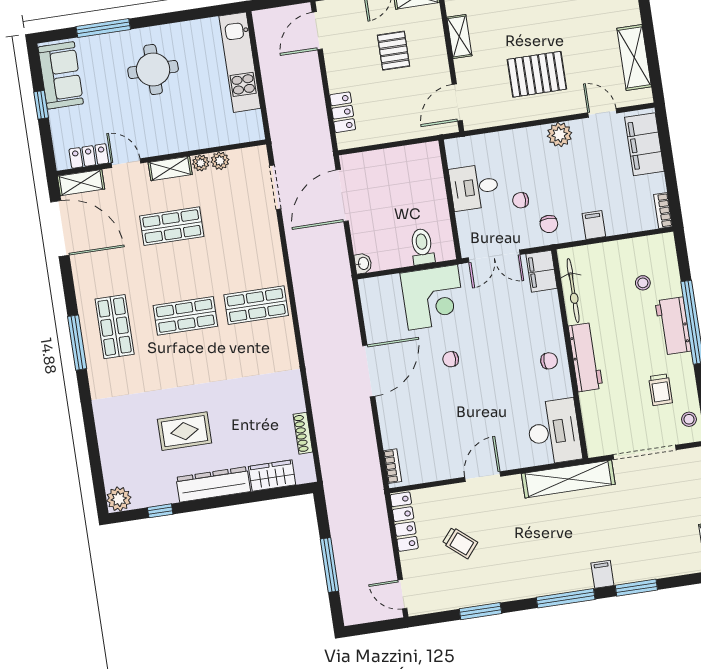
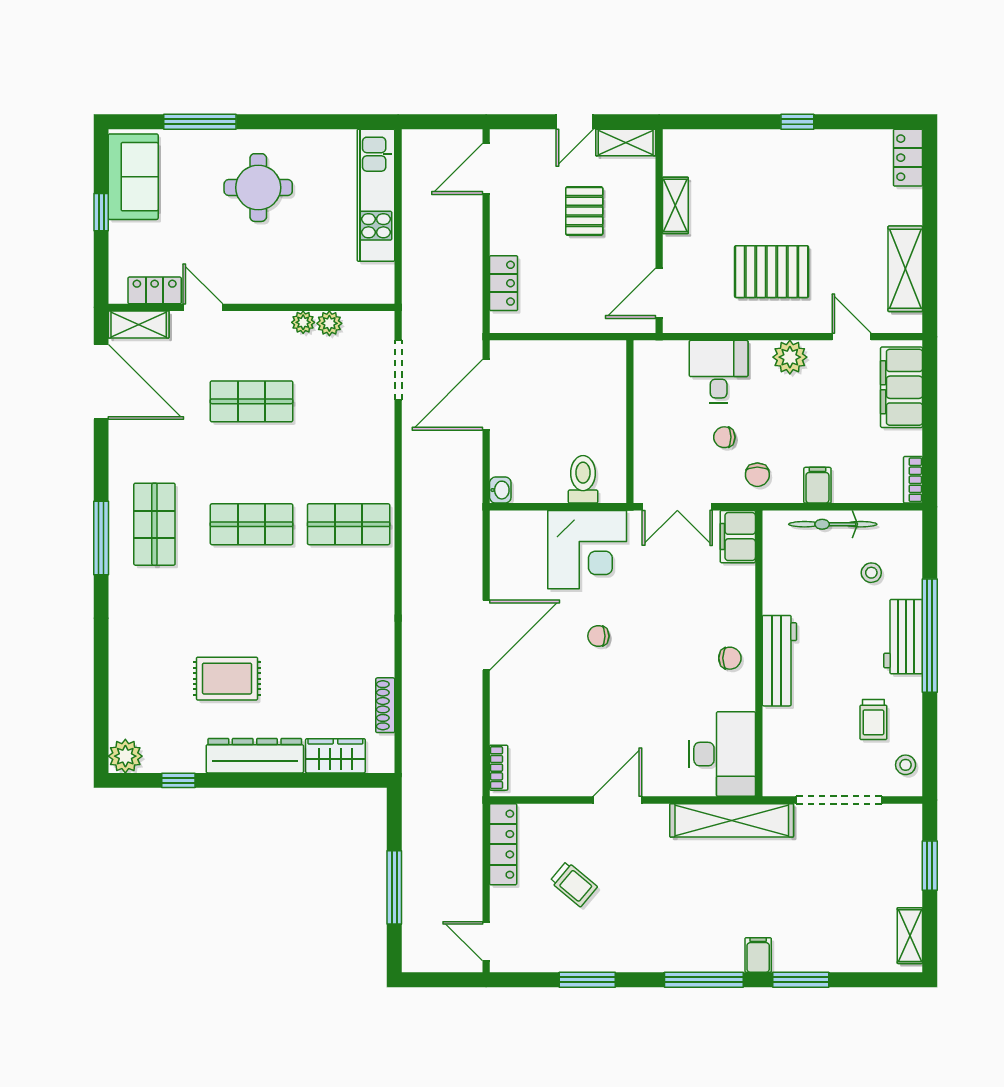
shelving: (170, 168) -> (261, 324), removed
desk: (474, 187) -> (719, 372), moved, turned 90
bicycle: (573, 291) -> (833, 524), moved, turned 90

